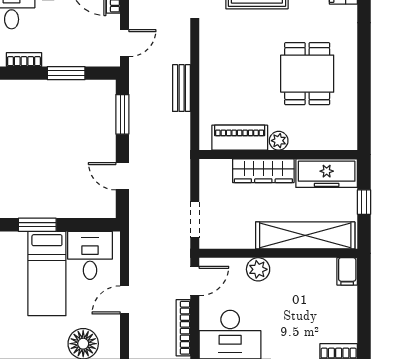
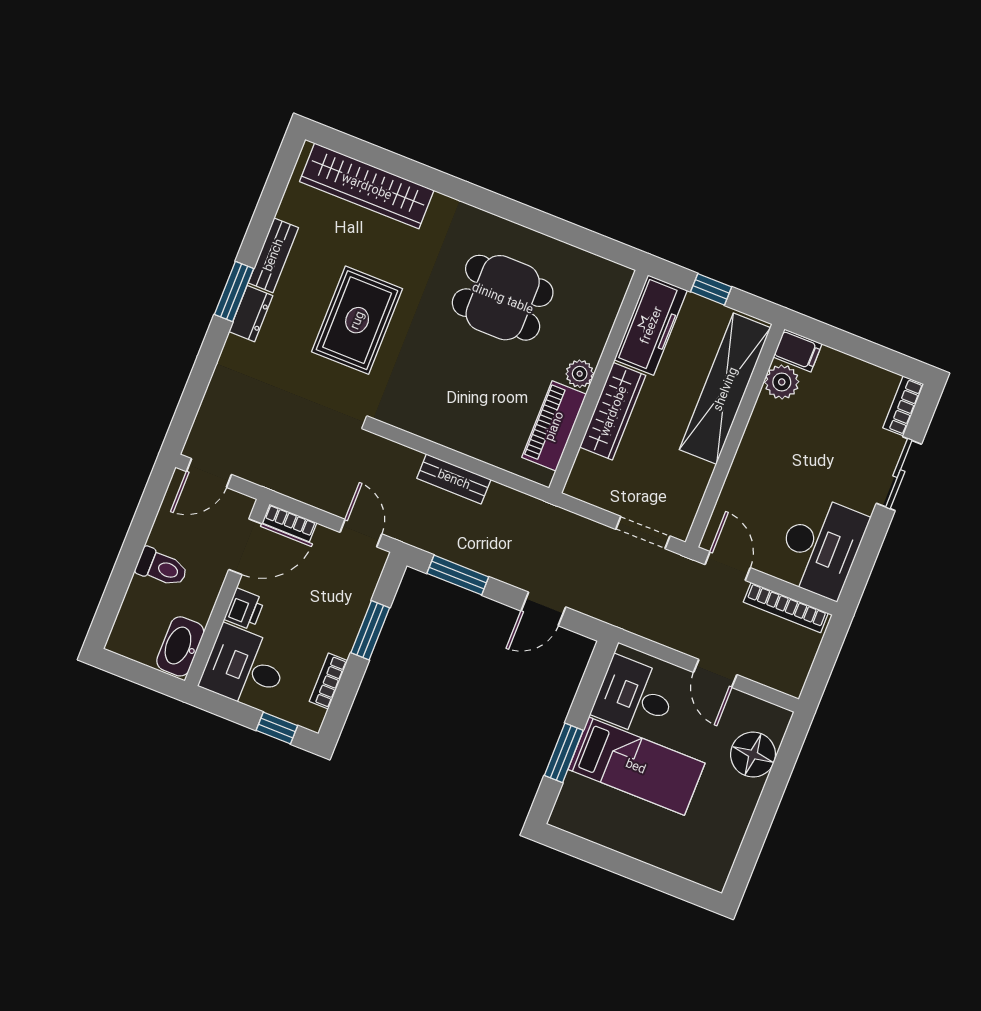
plant: (258, 269) -> (782, 382), moved

